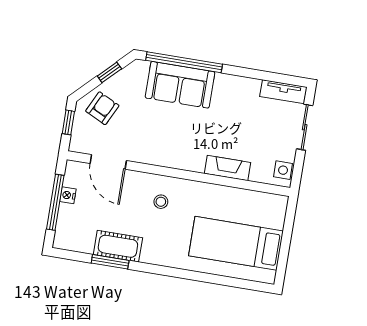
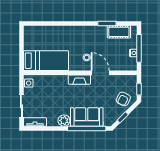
plant: (226, 85) -> (64, 121), added
door: (108, 162) -> (100, 73), moved
fireplace: (228, 168) -> (79, 80), moved
bed: (236, 243) -> (46, 61), moved
cot: (118, 246) -> (119, 32), moved

